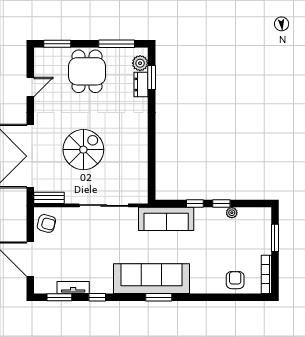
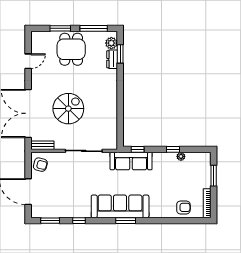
window: (57, 44) -> (60, 28), moved
window: (195, 204) -> (138, 149), moved
armchair: (235, 280) -> (183, 207), turned 90
tv unit: (73, 287) -> (61, 213), removed

